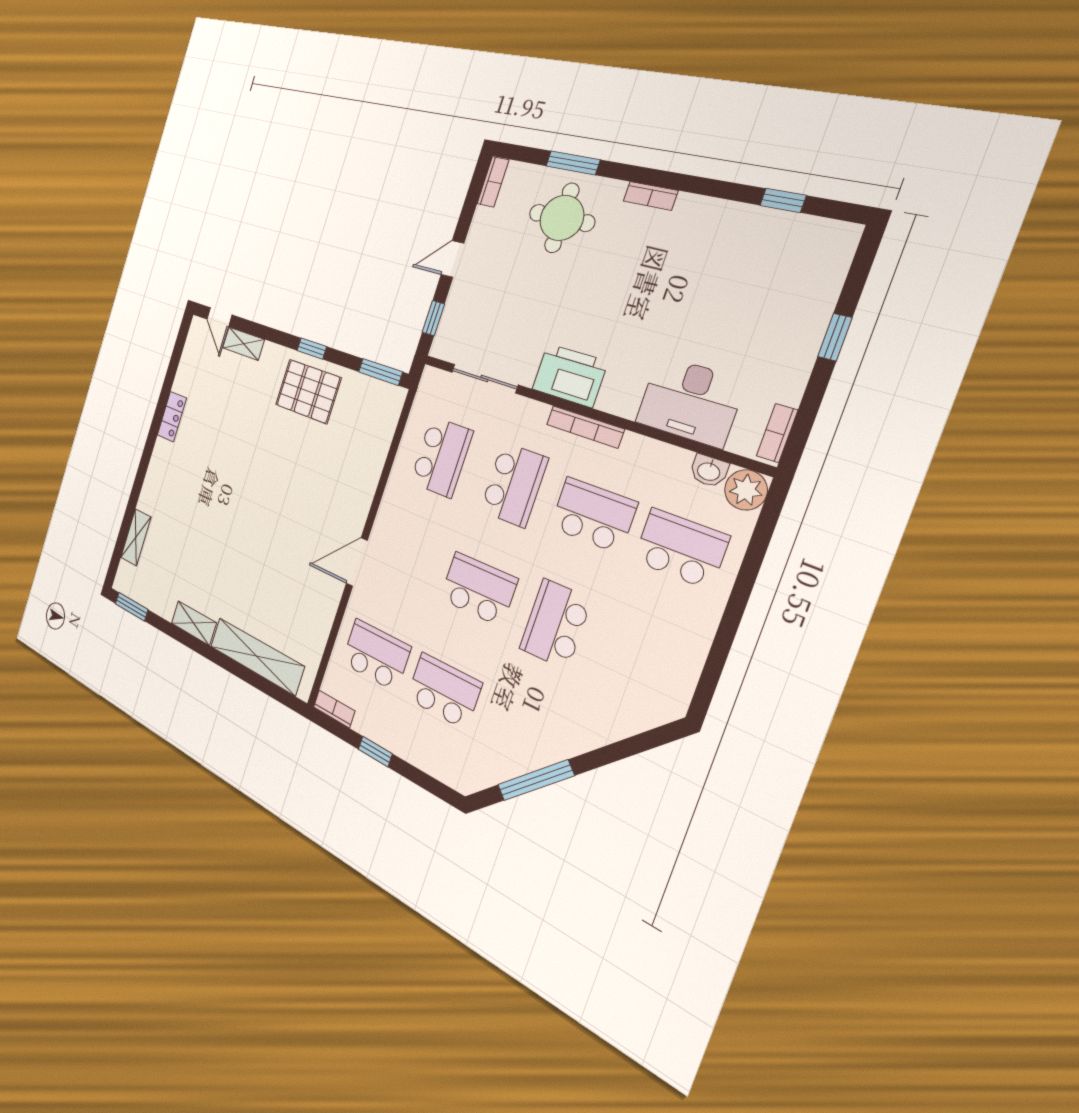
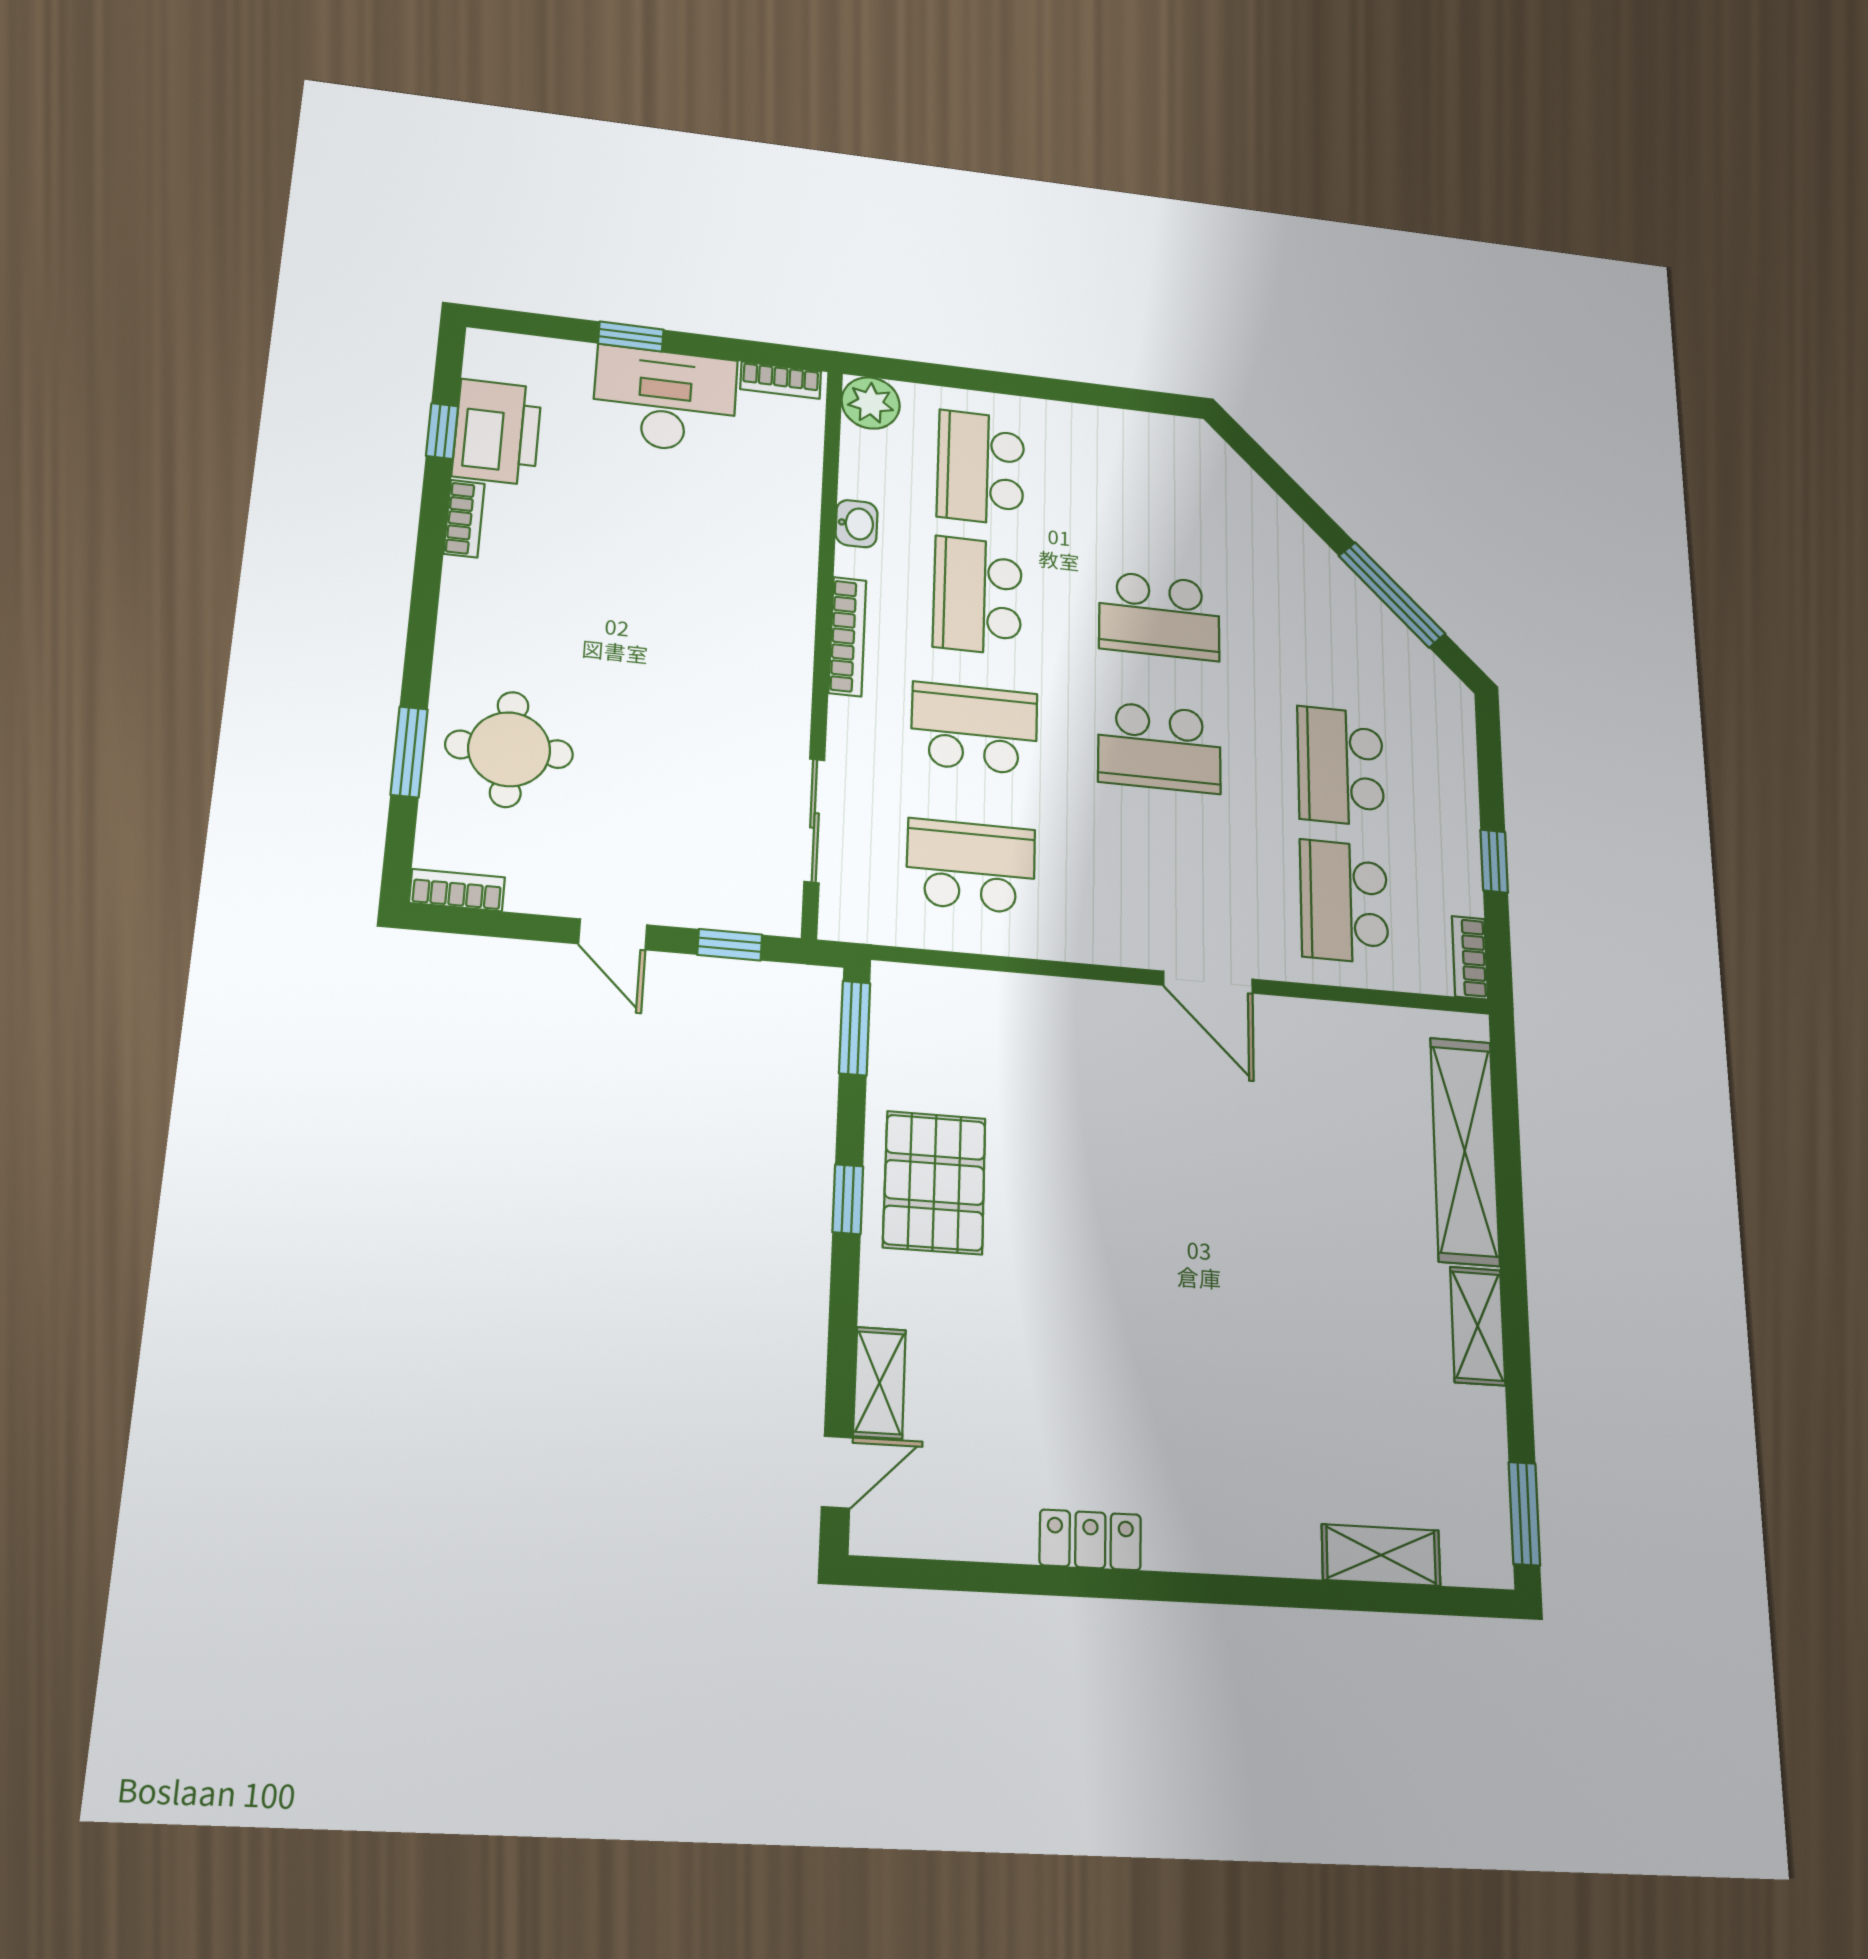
bookcase: (650, 196) -> (464, 519), moved
printer: (570, 375) -> (497, 432), moved, turned 180
desk: (690, 401) -> (665, 400), moved, turned -90
washbasin: (709, 471) -> (857, 524), moved
school desk: (478, 589) -> (1159, 747), turned -90

